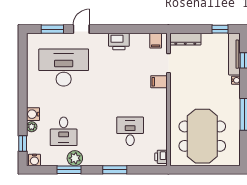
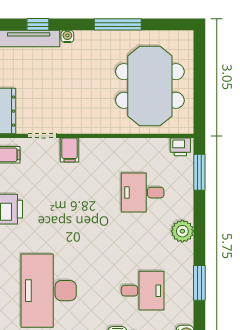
meeting table: (202, 136) -> (150, 86), turned 90
plant: (75, 158) -> (182, 231), moved
window: (115, 170) -> (199, 172), moved

